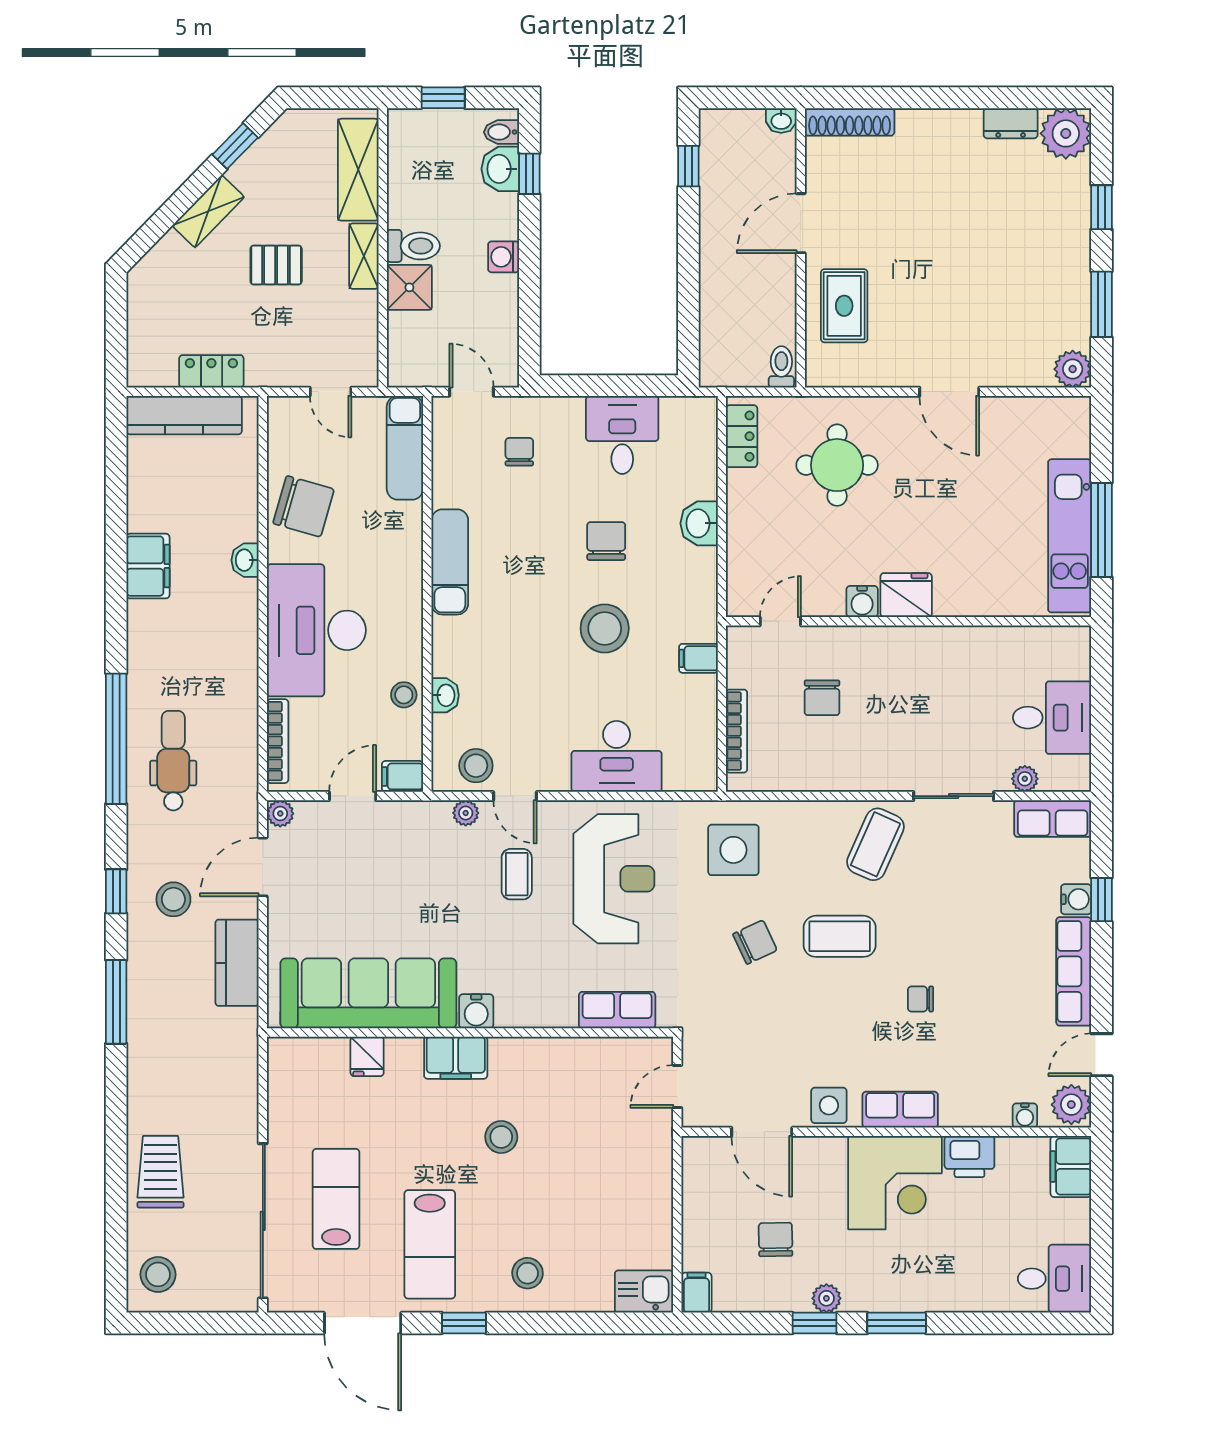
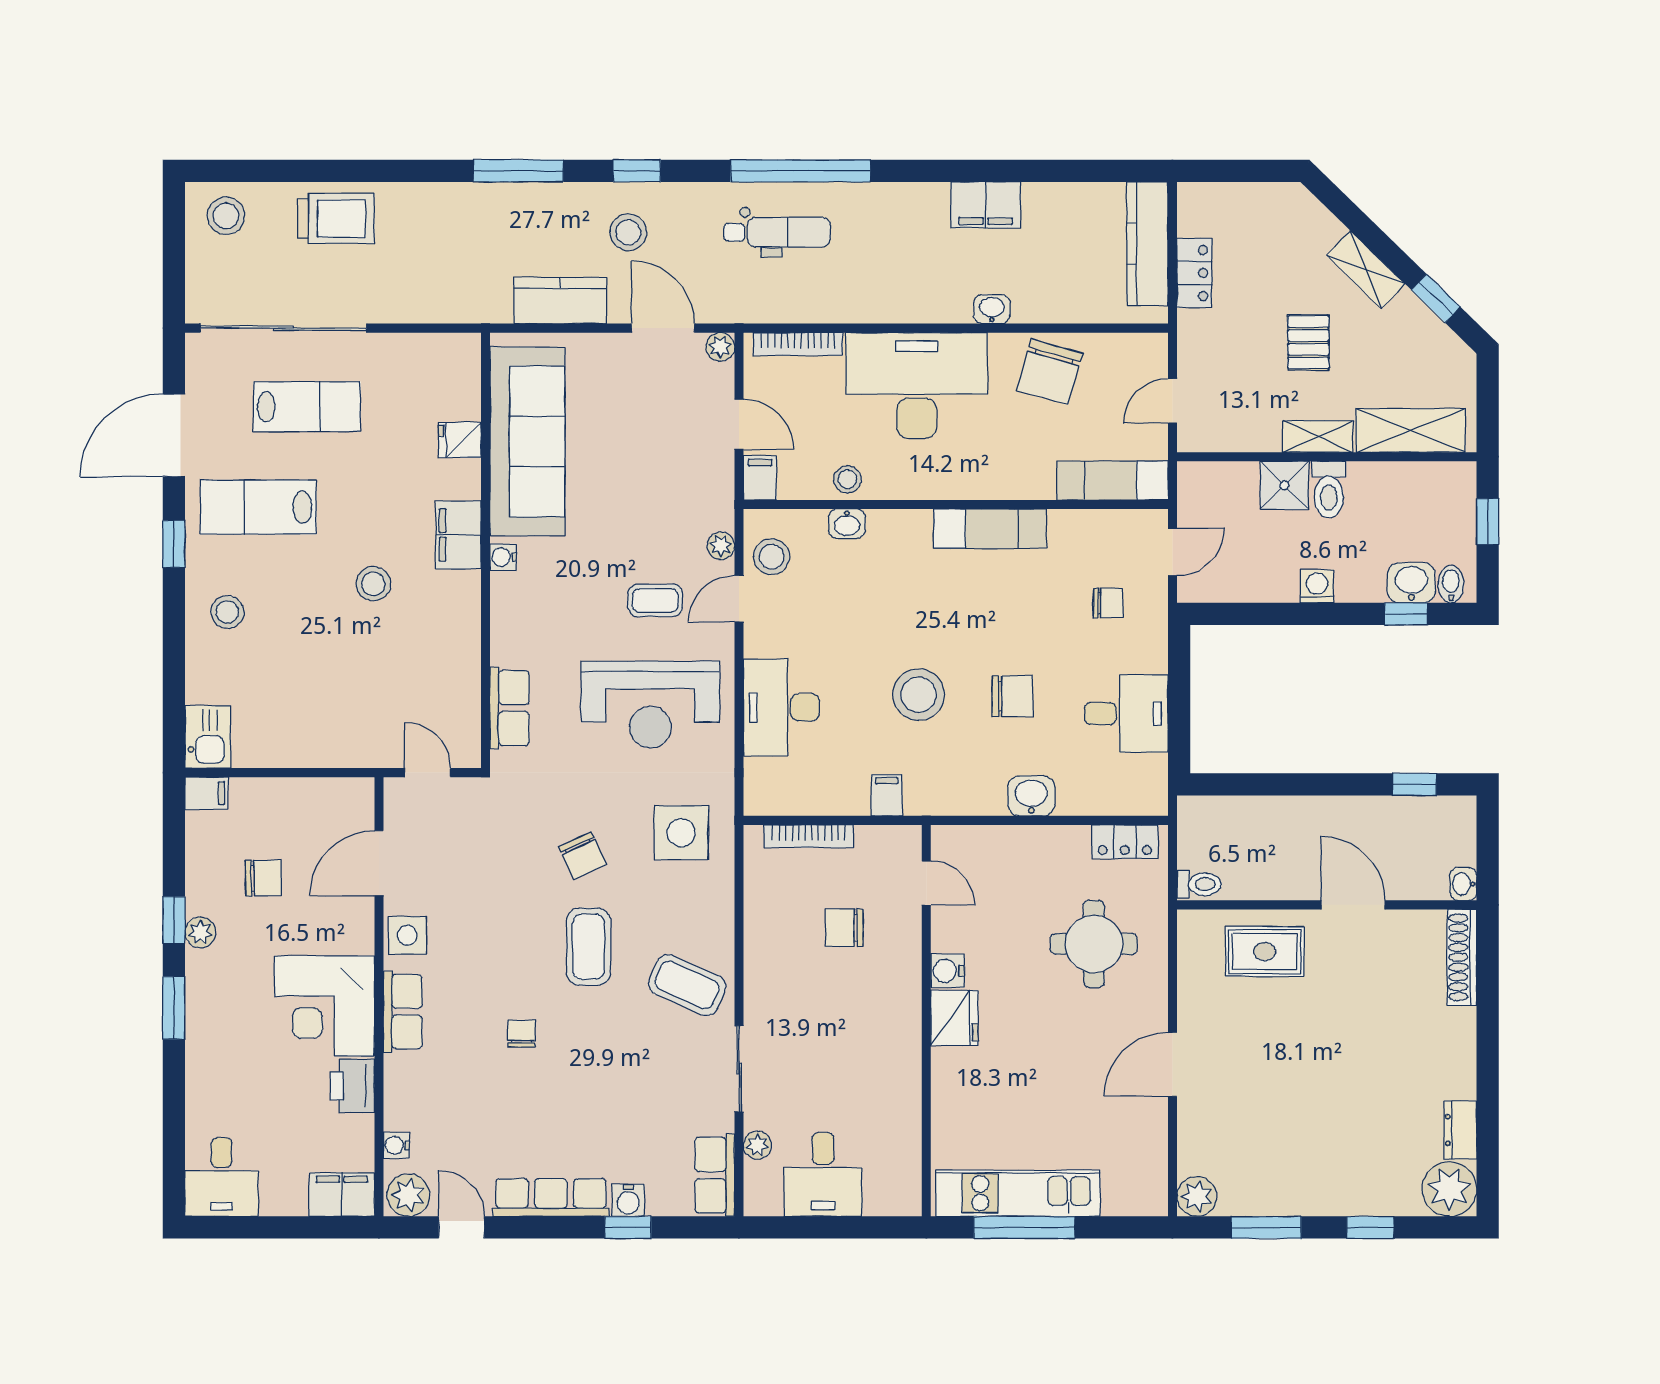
water cooler: (476, 1011) -> (503, 557), width x0.72, depth x0.72

